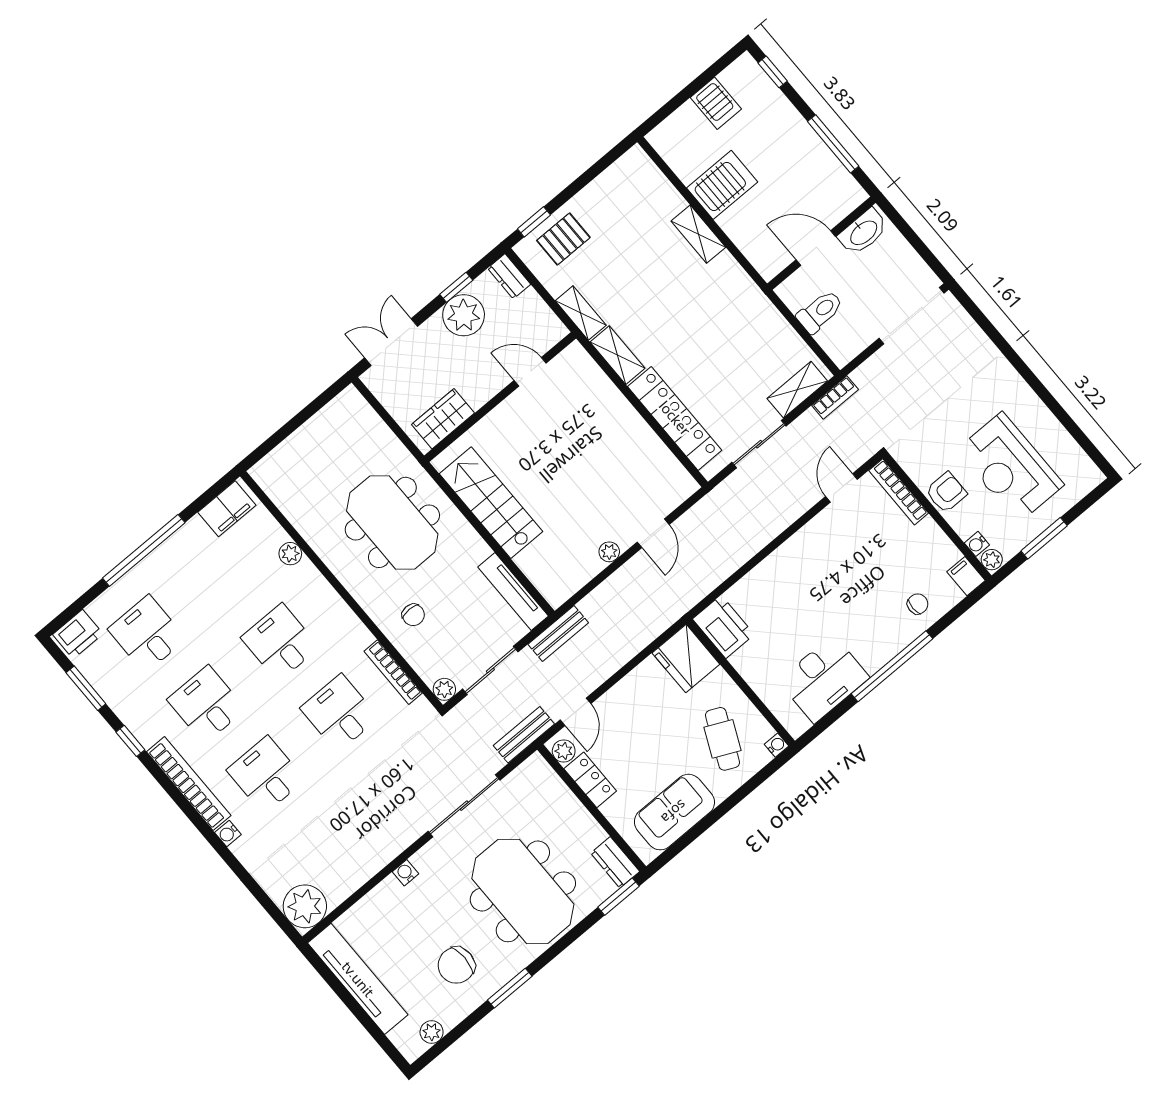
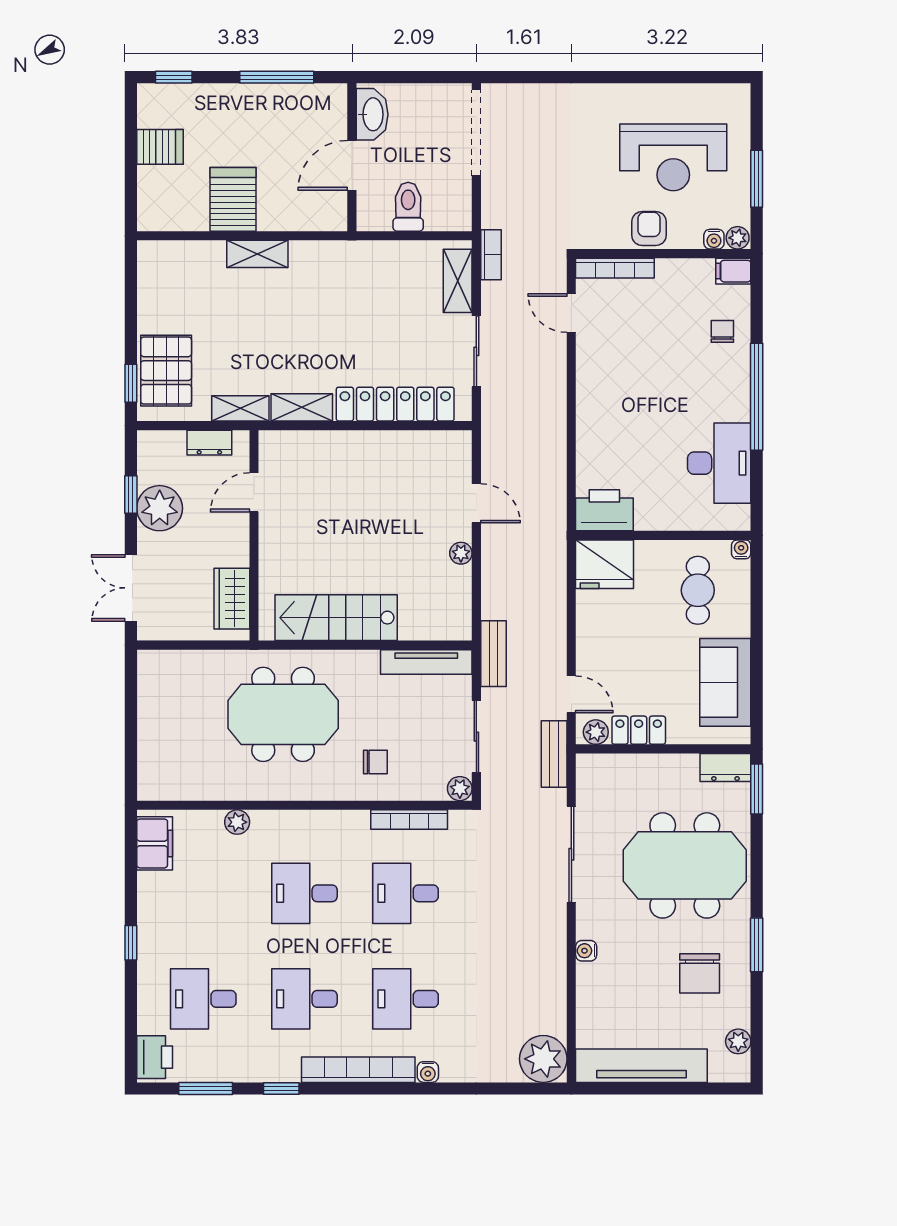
pallet: (563, 239) -> (166, 371), width x1.50, depth x1.42
dresser: (509, 276) -> (209, 443), moved
window: (144, 550) -> (131, 943), width x0.32
cafe table: (722, 739) -> (698, 590), turned 65

